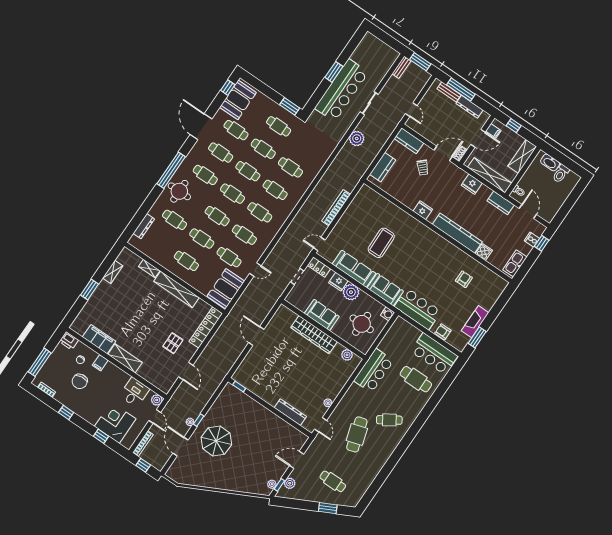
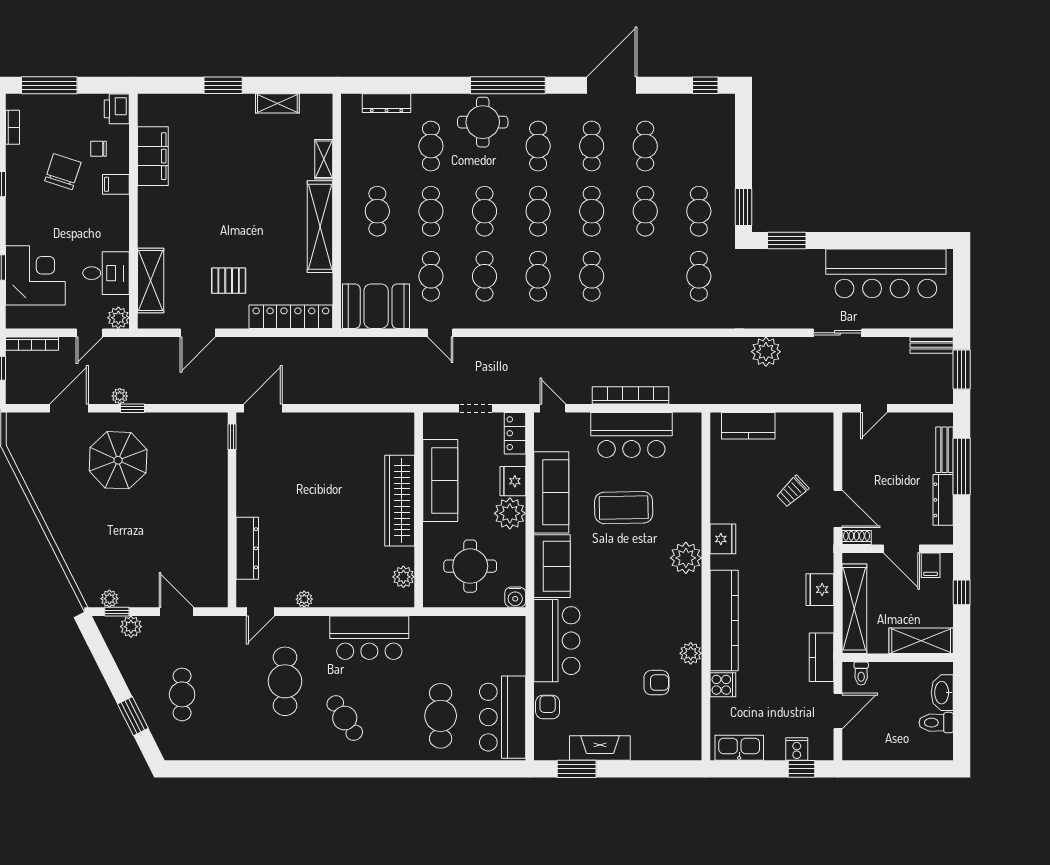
window: (334, 72) -> (787, 240), moved
bar counter: (342, 90) -> (886, 273), moved
booth: (238, 100) -> (697, 116), removed
kitchen counter: (409, 141) -> (820, 439), removed
cafe table: (290, 167) -> (699, 276), moved
bar counter: (353, 219) -> (631, 435), added
plant: (420, 231) -> (686, 558), added
plant: (461, 257) -> (691, 653), added
sofa: (322, 315) -> (440, 481), width x1.36
door: (256, 336) -> (263, 408), moved
shelving: (125, 358) -> (151, 281), moved
bar counter: (374, 371) -> (369, 638), moved
chair: (80, 381) -> (63, 172), turned 115
cafe table: (357, 434) -> (285, 681), turned -73

